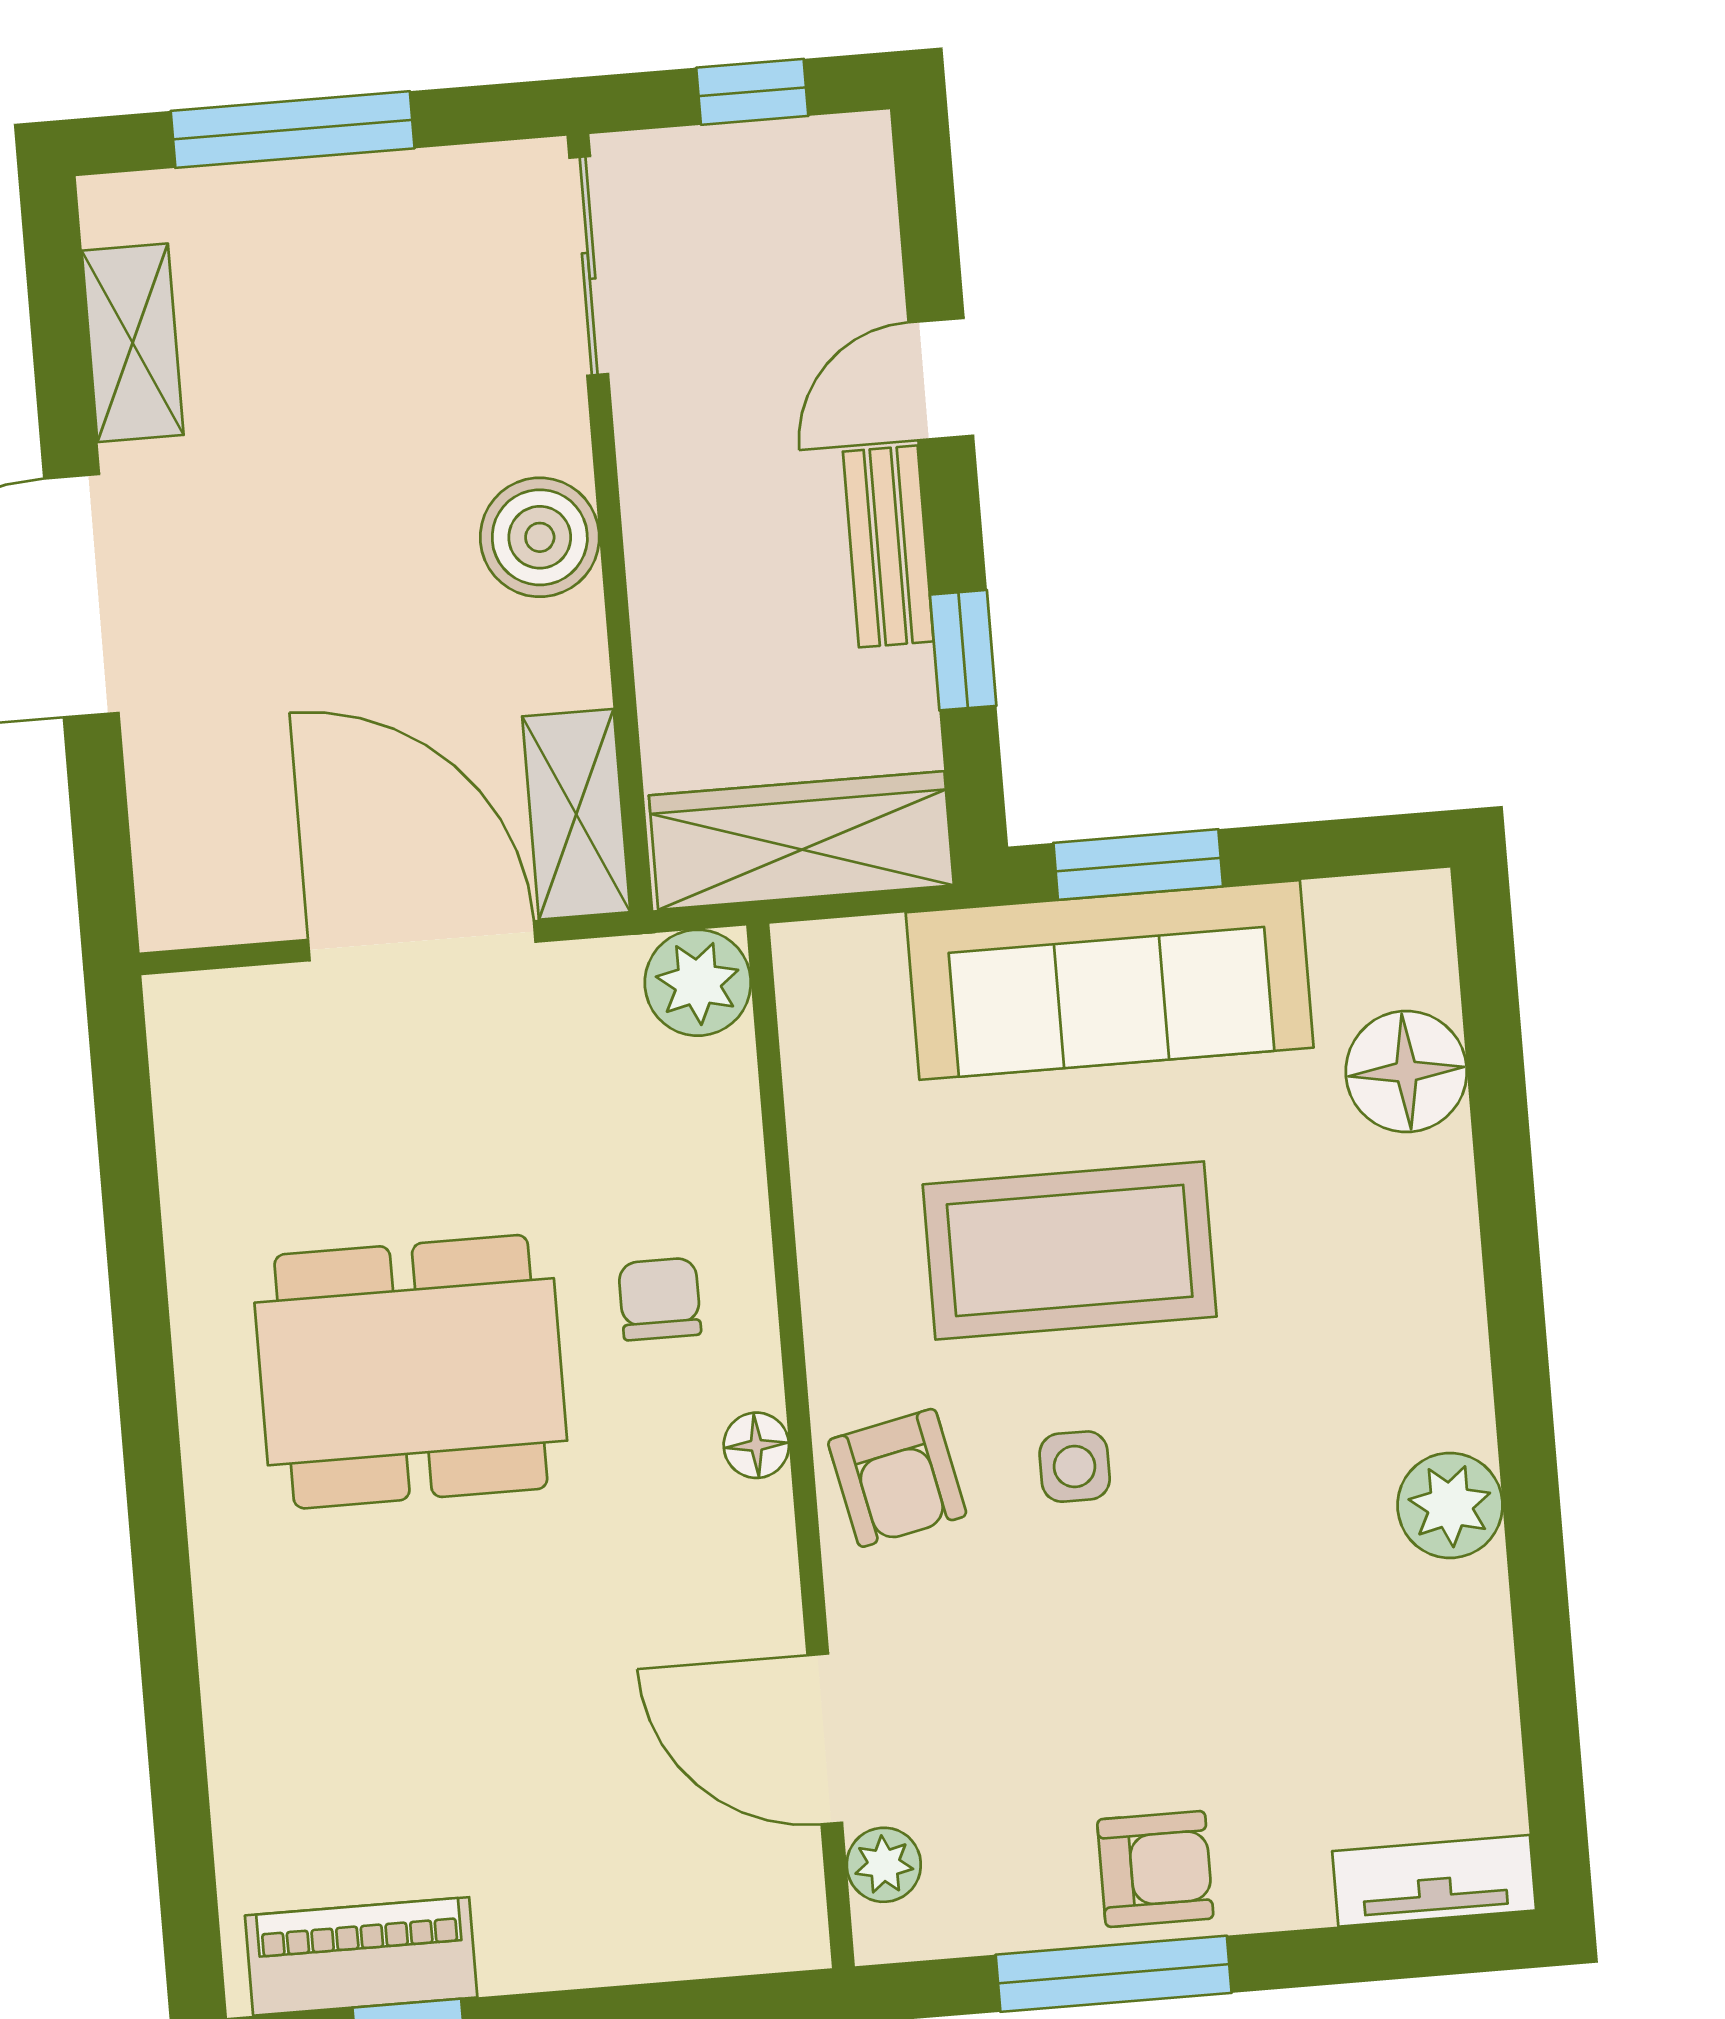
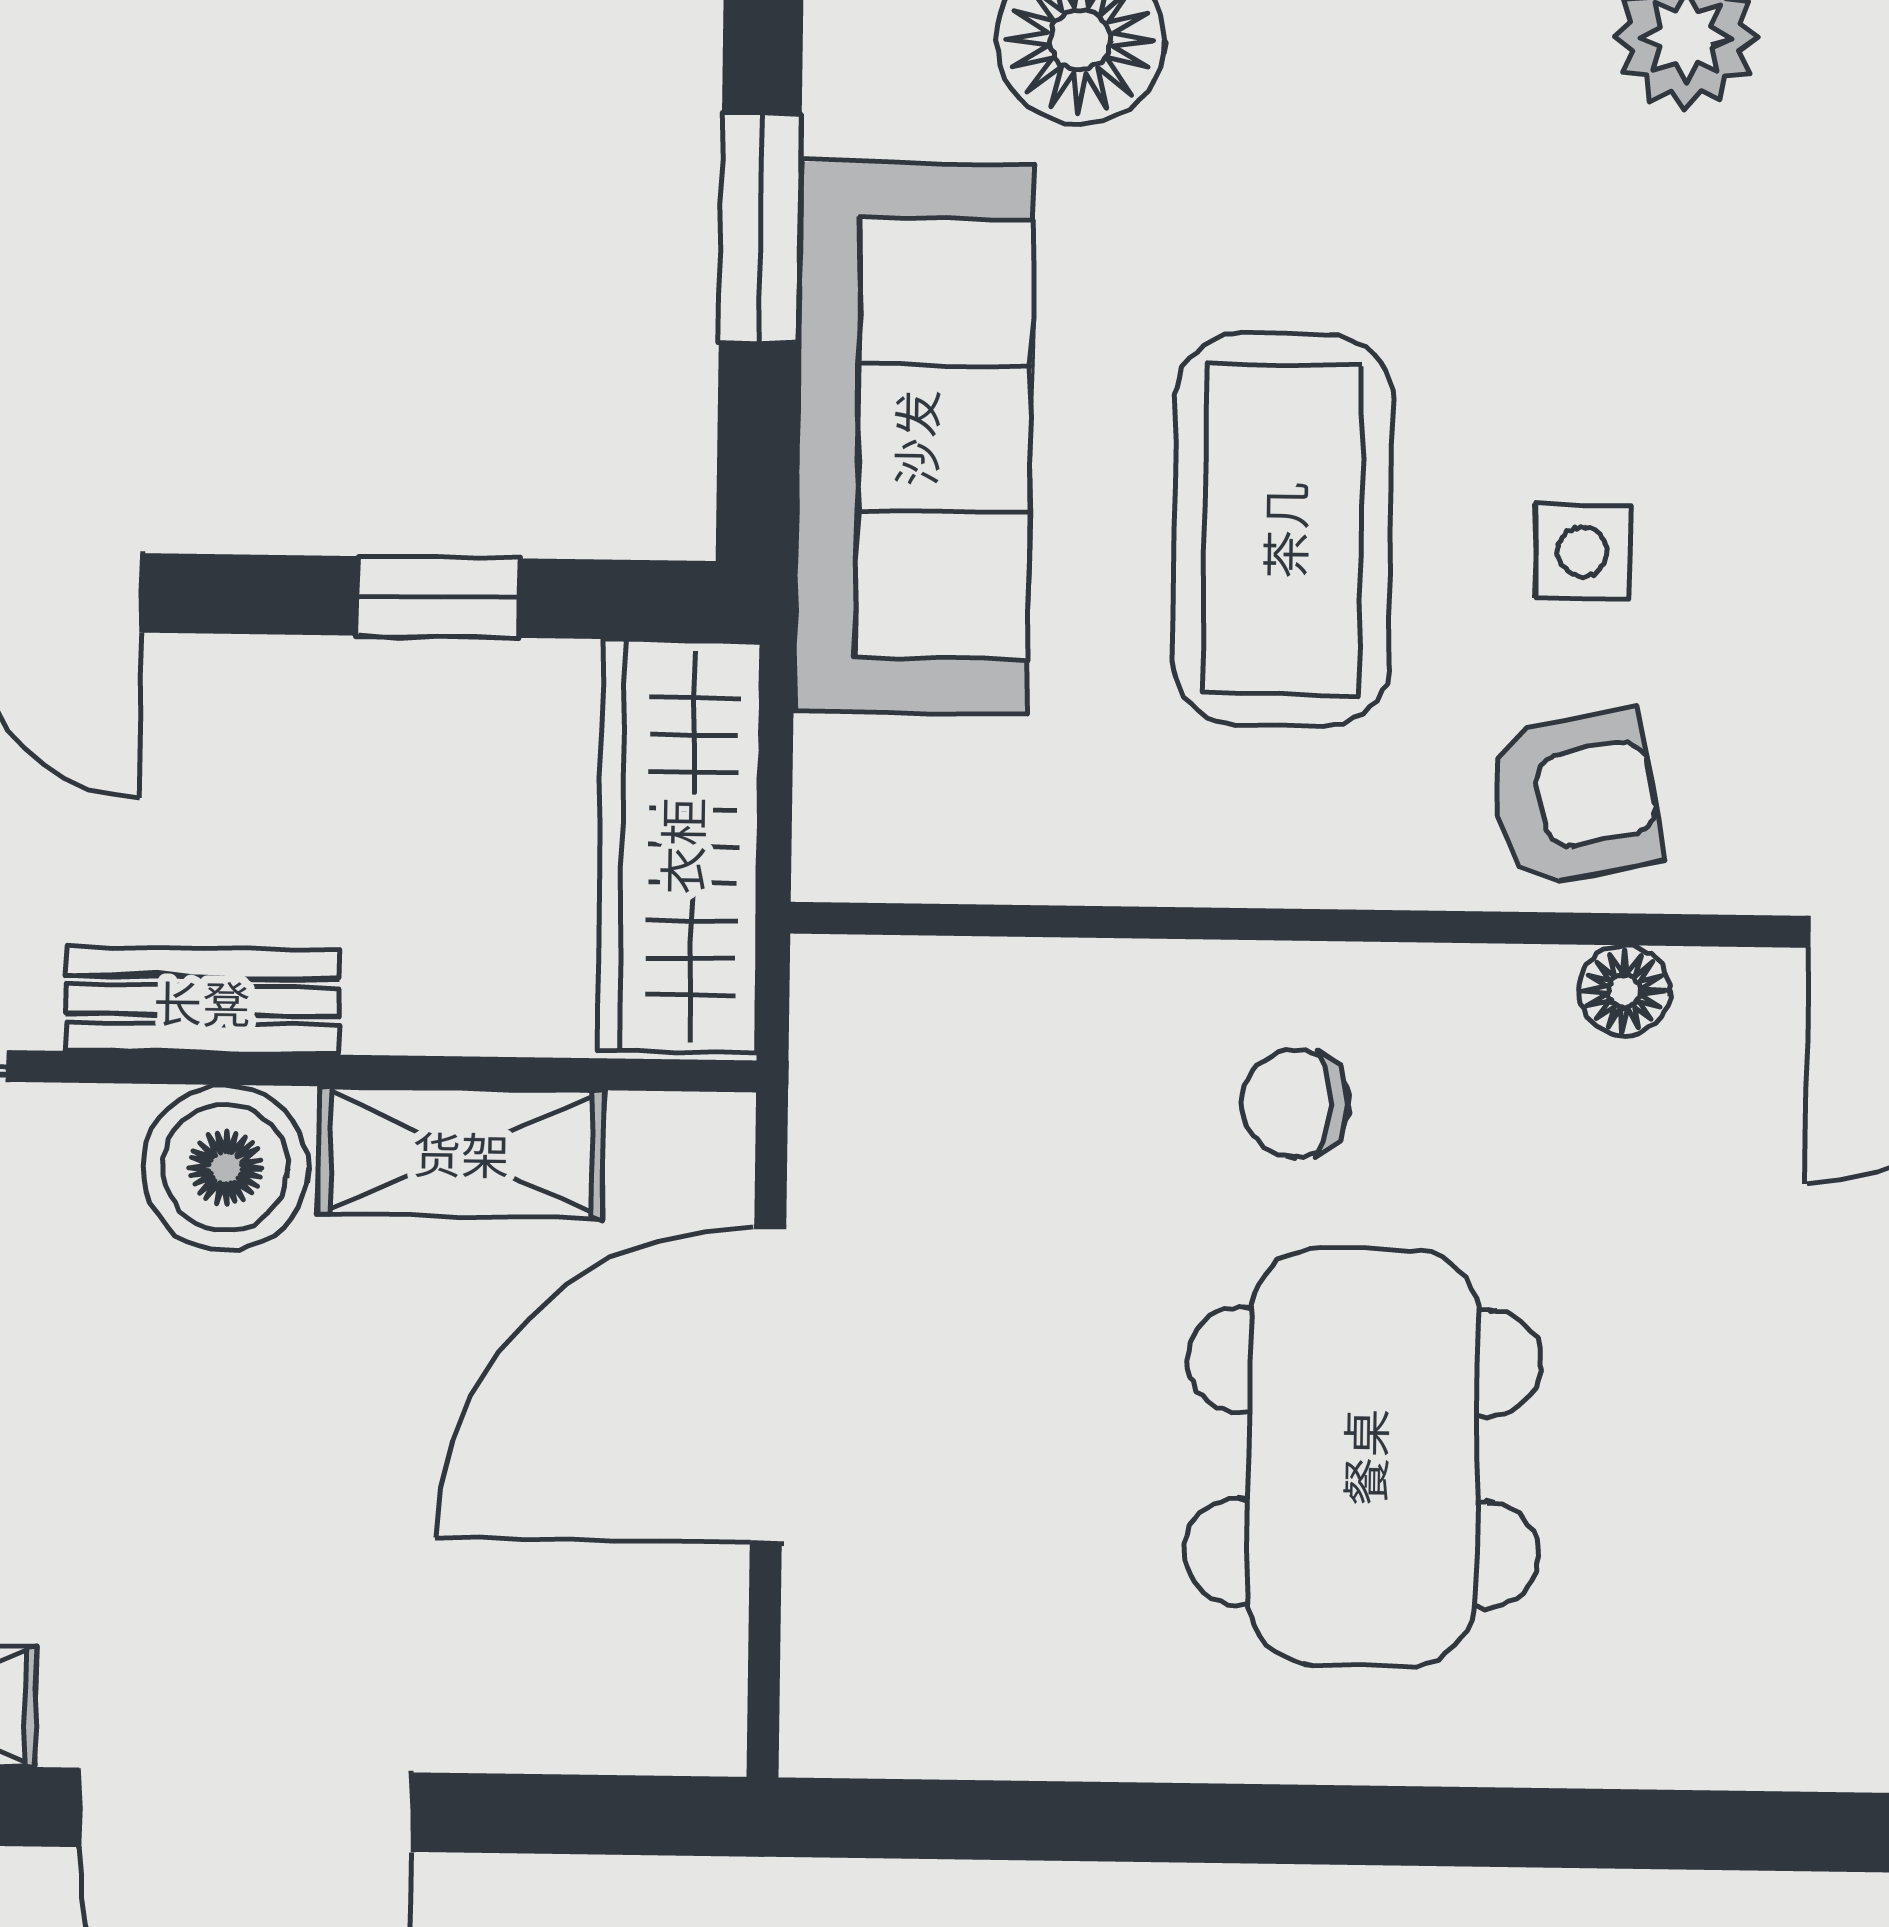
bench: (888, 546) -> (202, 1001), moved
shelving: (576, 814) -> (461, 1152), moved
window: (1138, 865) -> (760, 228), moved
plant: (698, 983) -> (863, 1008), removed
floor lamp: (756, 1445) -> (1624, 991), moved

